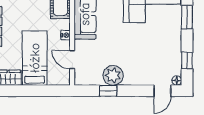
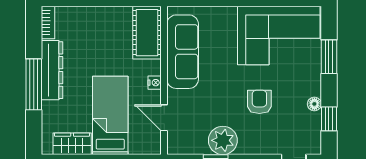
armchair: (139, 49) -> (259, 102), added
floor lamp: (177, 81) -> (314, 104), moved

